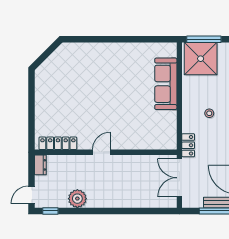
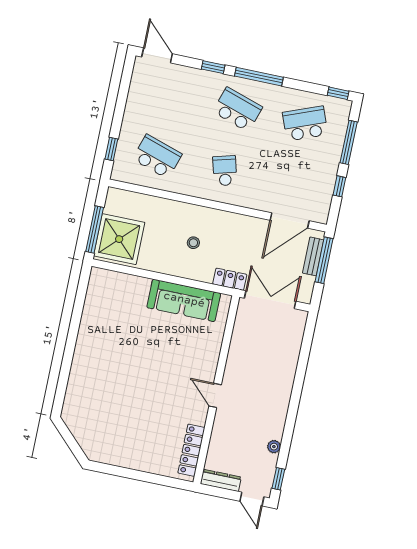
sofa: (166, 84) -> (184, 300), moved
dresser: (40, 165) -> (221, 480), width x1.44
double door: (179, 178) -> (270, 300), swing flipped
plant: (77, 199) -> (274, 447), width x0.53, depth x0.53

